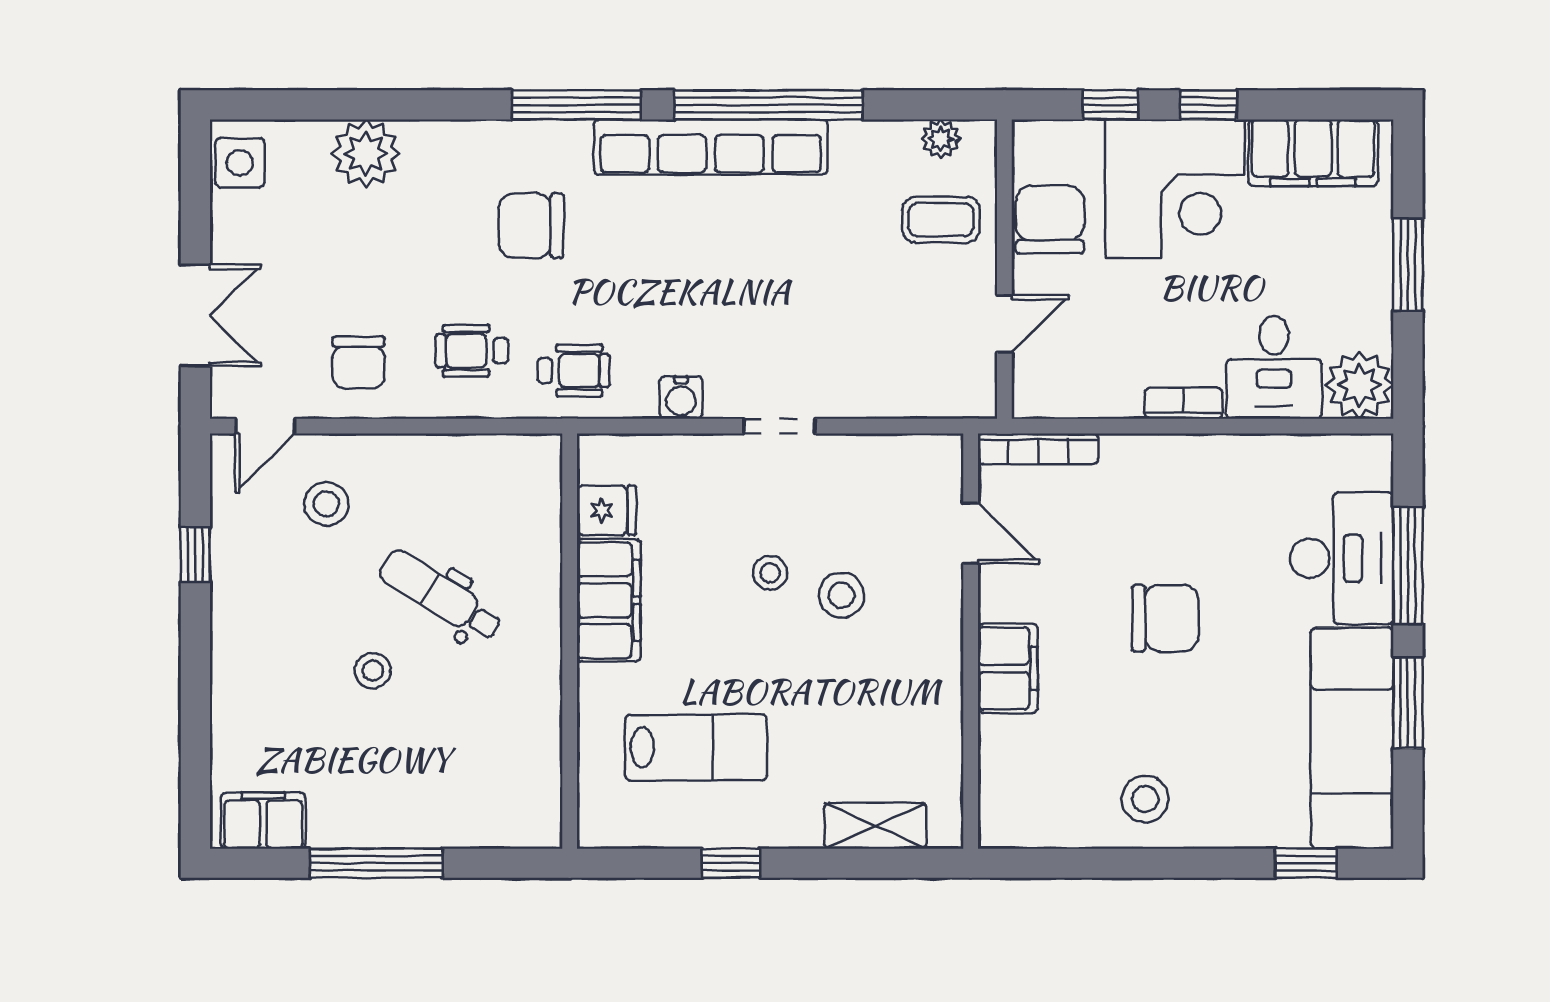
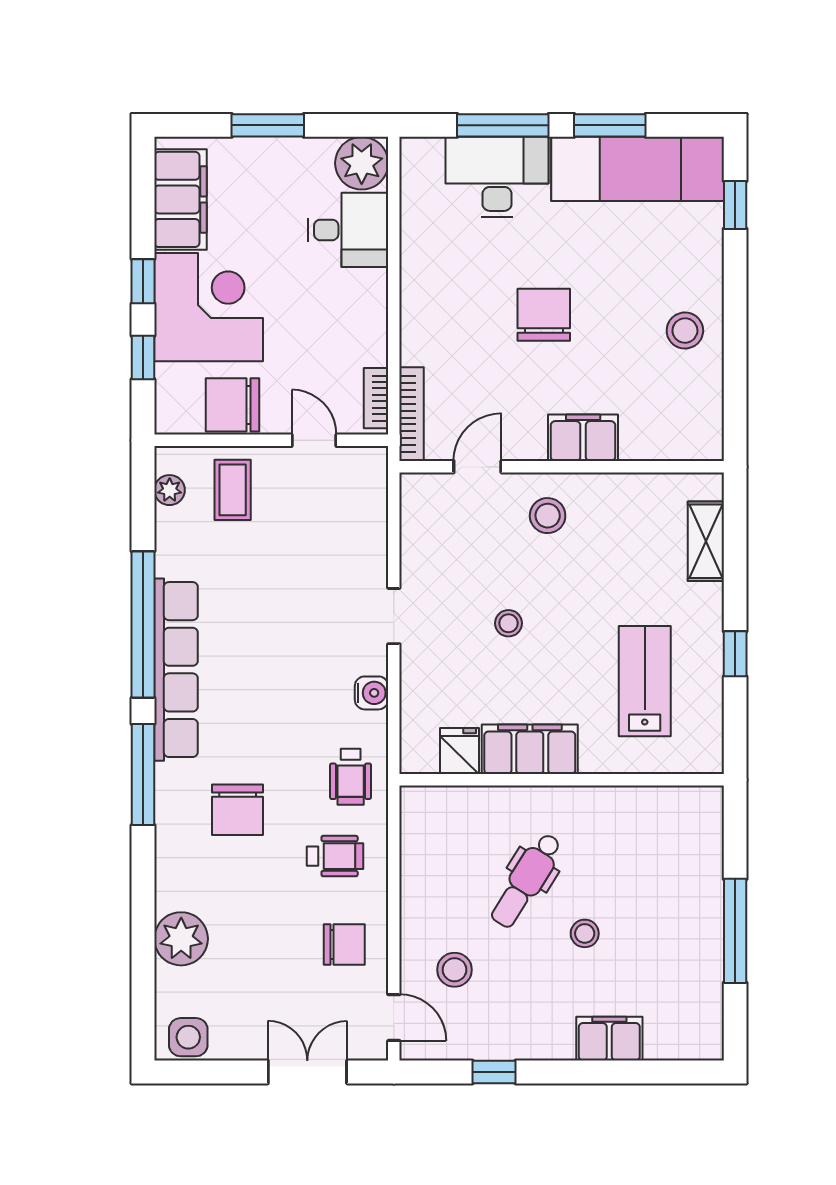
wheelchair: (472, 351) -> (335, 856), turned -90
wheelchair: (574, 371) -> (351, 777), turned 180
bookcase: (1184, 403) -> (376, 398), moved
stool: (841, 595) -> (548, 516), moved
filing cabinet: (263, 821) -> (609, 1039), moved, turned 90

